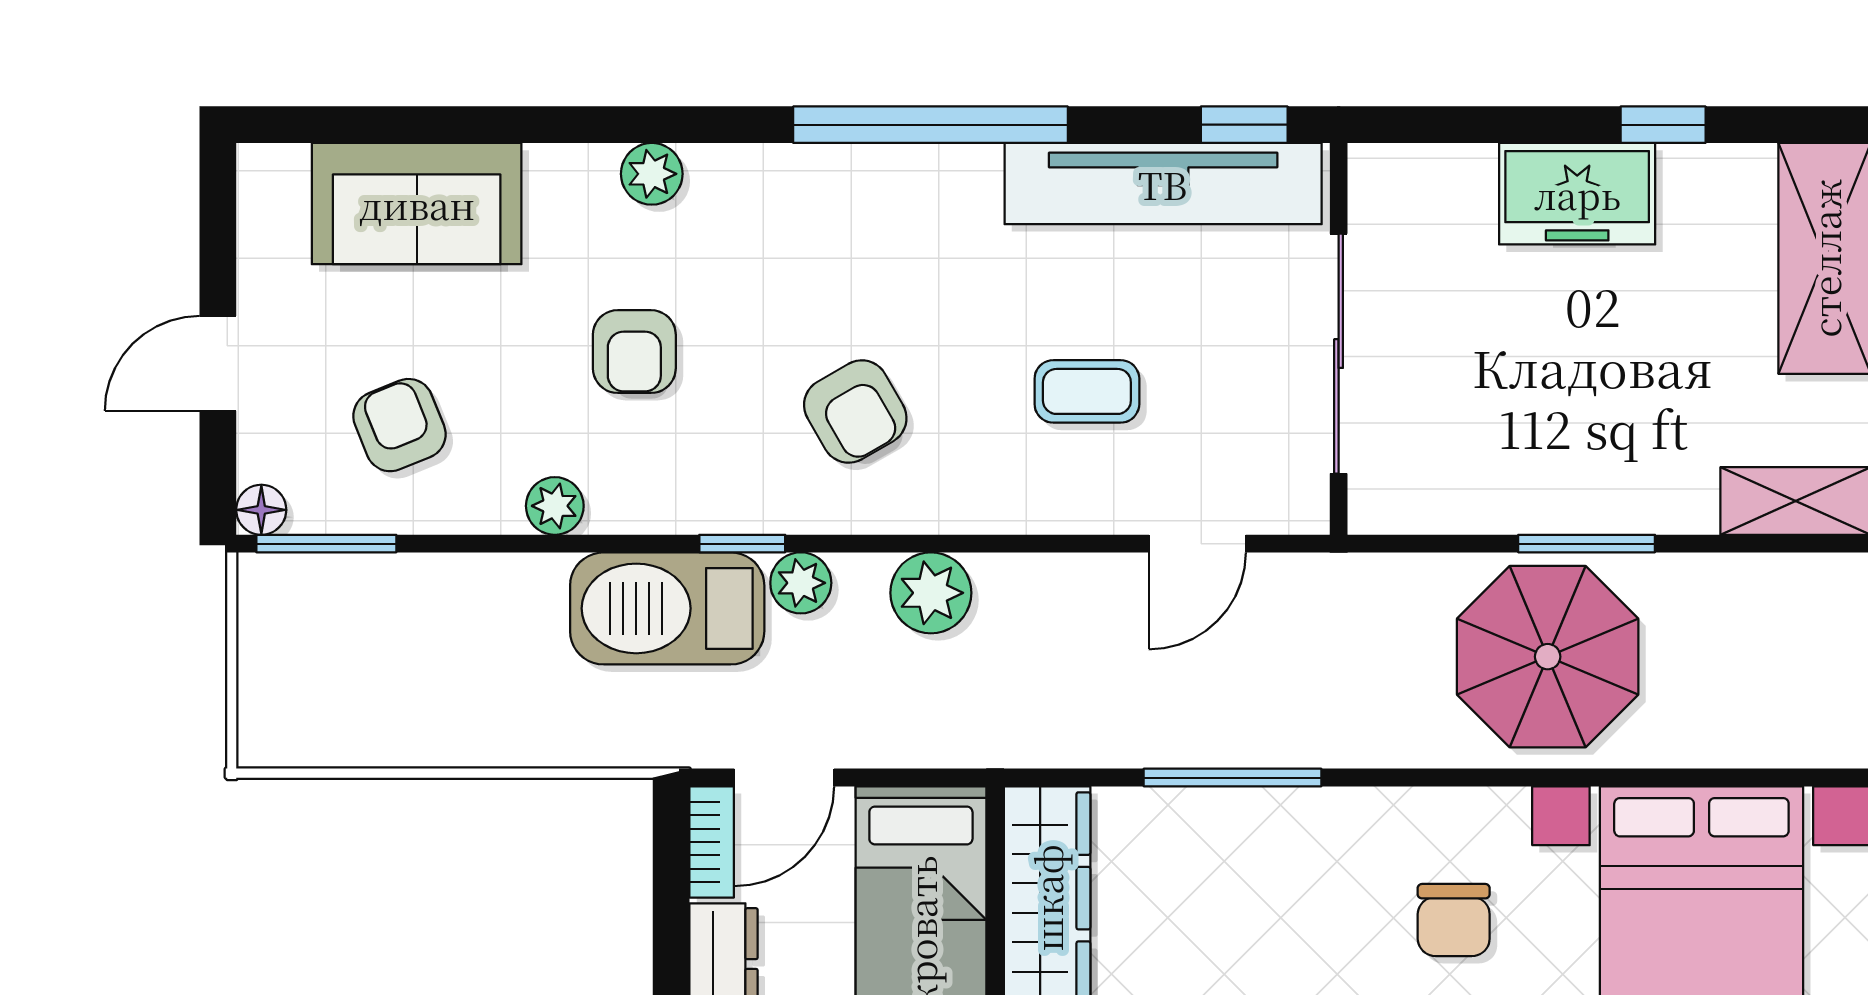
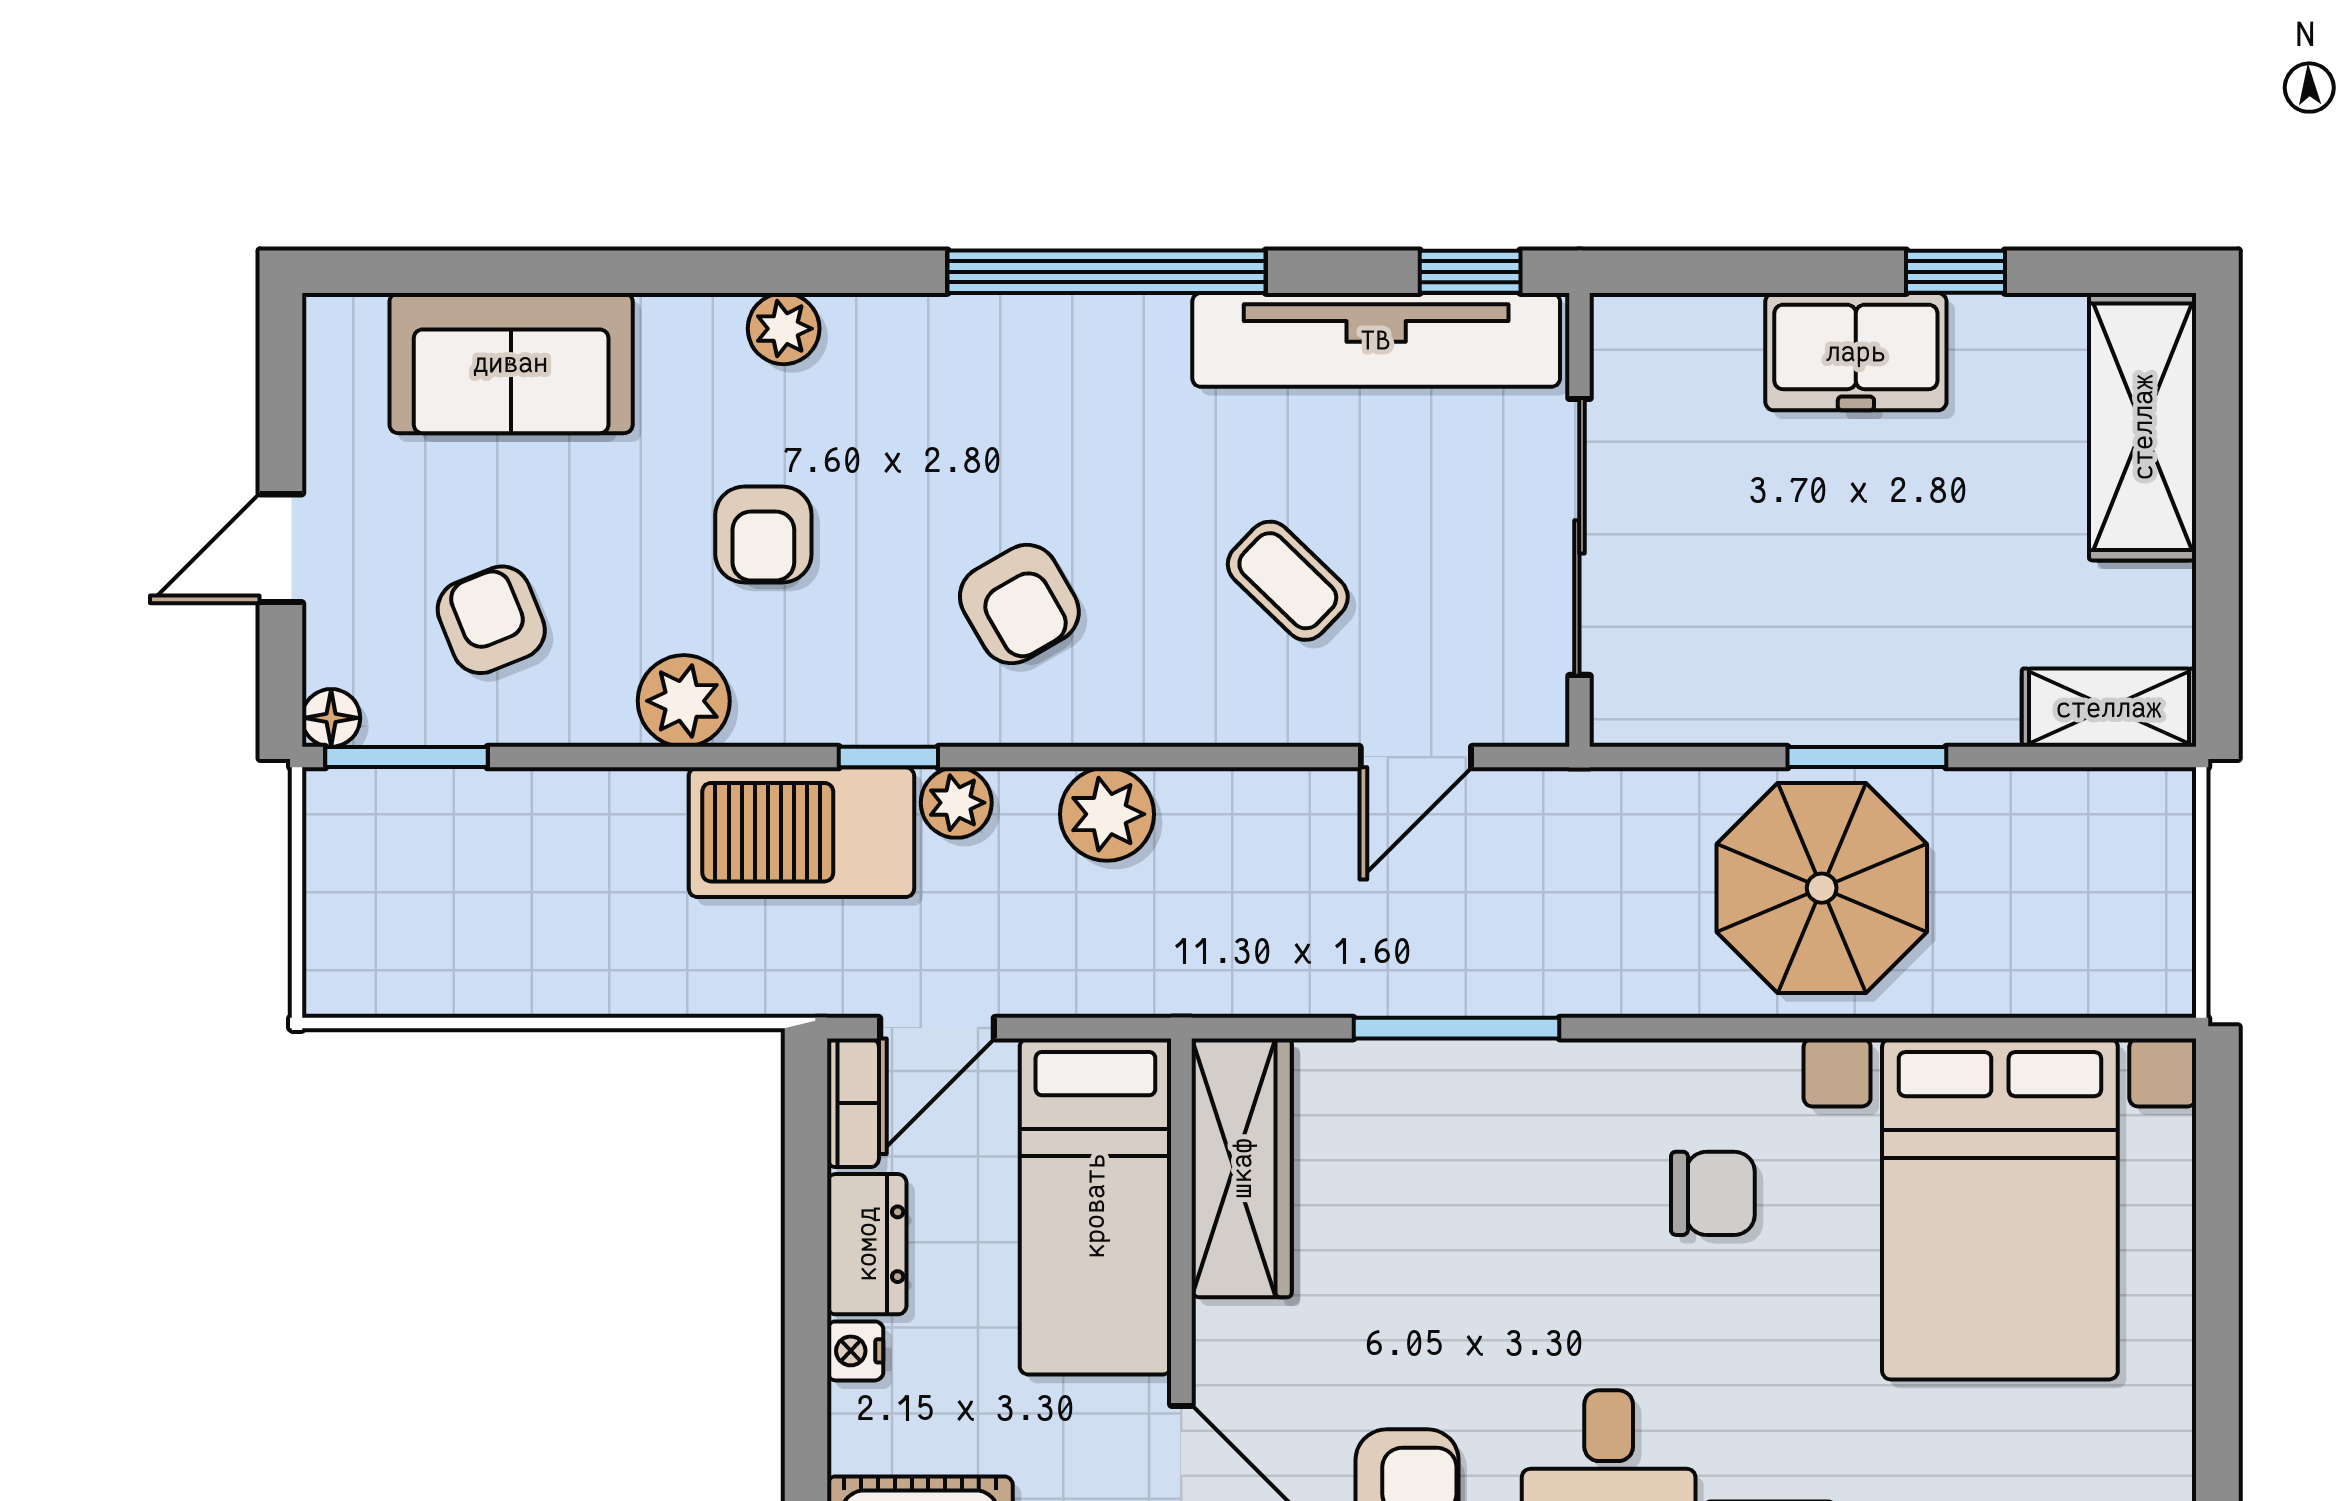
coffee table: (1087, 391) -> (1288, 581), turned 44
plant: (555, 506) -> (684, 701), width x1.38, depth x1.38
chair: (1454, 920) -> (1713, 1193), turned -90

